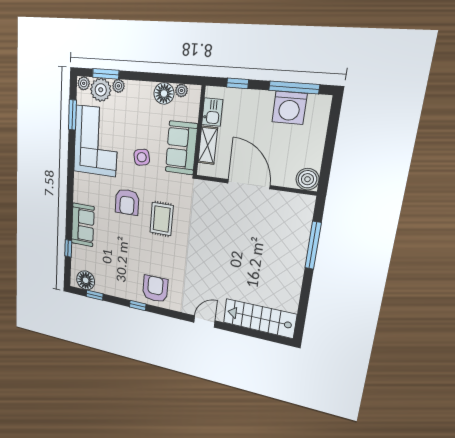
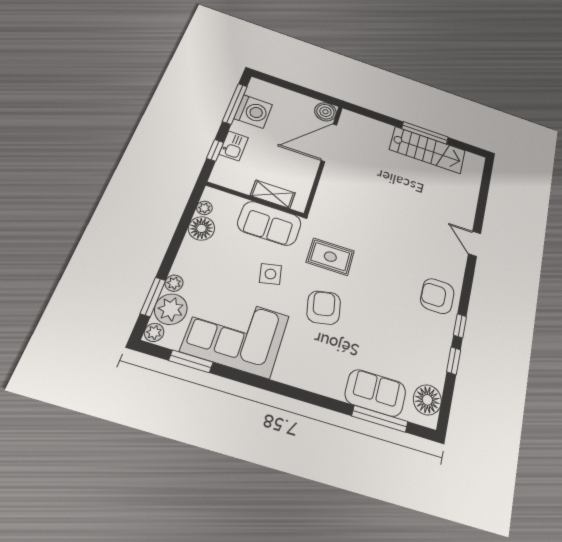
kitchen sink: (212, 112) -> (234, 146), moved, turned 90
door: (249, 184) -> (329, 143), moved
armchair: (127, 202) -> (324, 308), turned -101
rug: (162, 219) -> (330, 257), moved
sofa: (83, 225) -> (376, 393), moved
window: (313, 245) -> (425, 133), moved
window: (68, 248) -> (380, 419), width x2.17
window: (94, 295) -> (454, 361), moved
stairs: (259, 318) -> (428, 150), moved, turned -90

